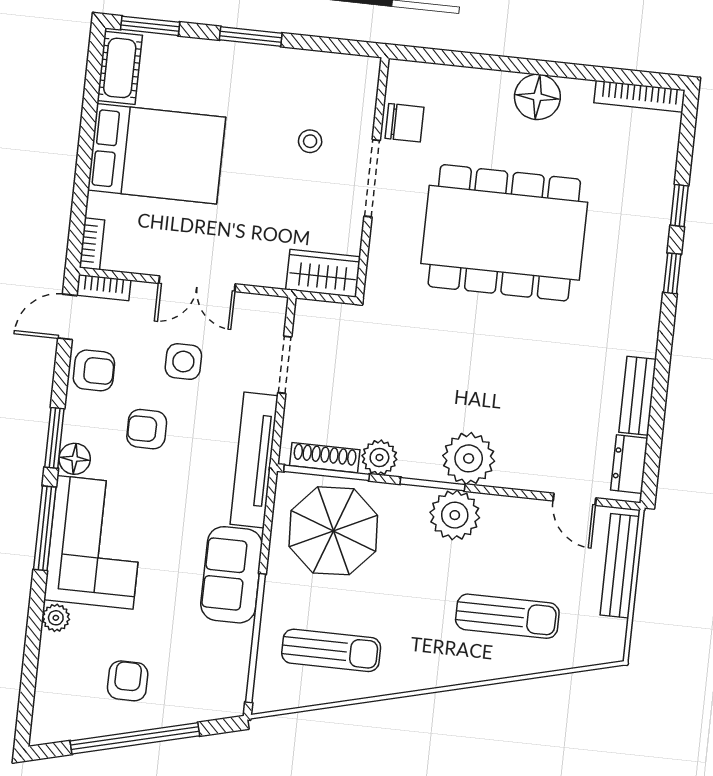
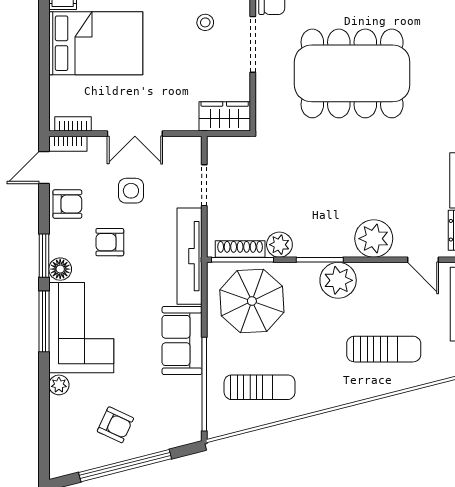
bookcase: (92, 244) -> (73, 124), moved, turned -90
plant: (469, 458) -> (374, 239), moved
armchair: (128, 681) -> (115, 425), turned 115

